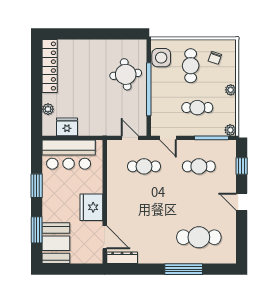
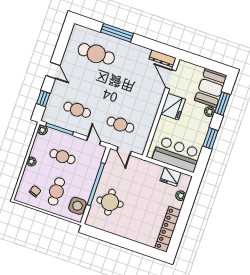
plant: (48, 216) -> (210, 112), added

